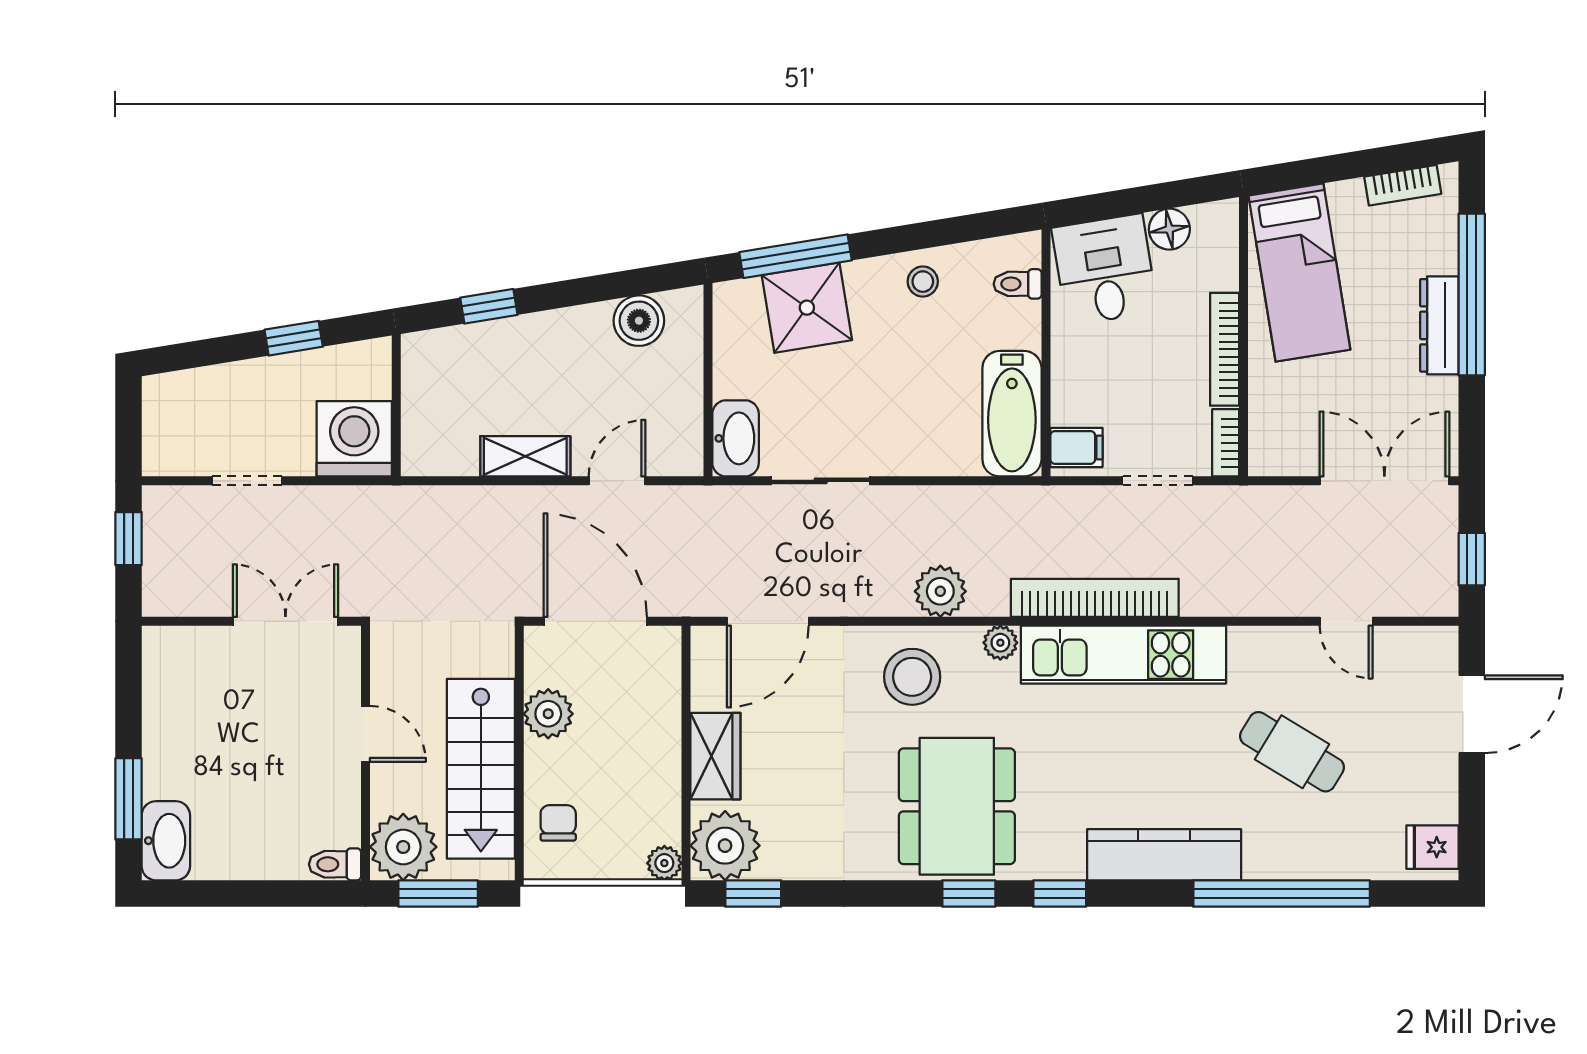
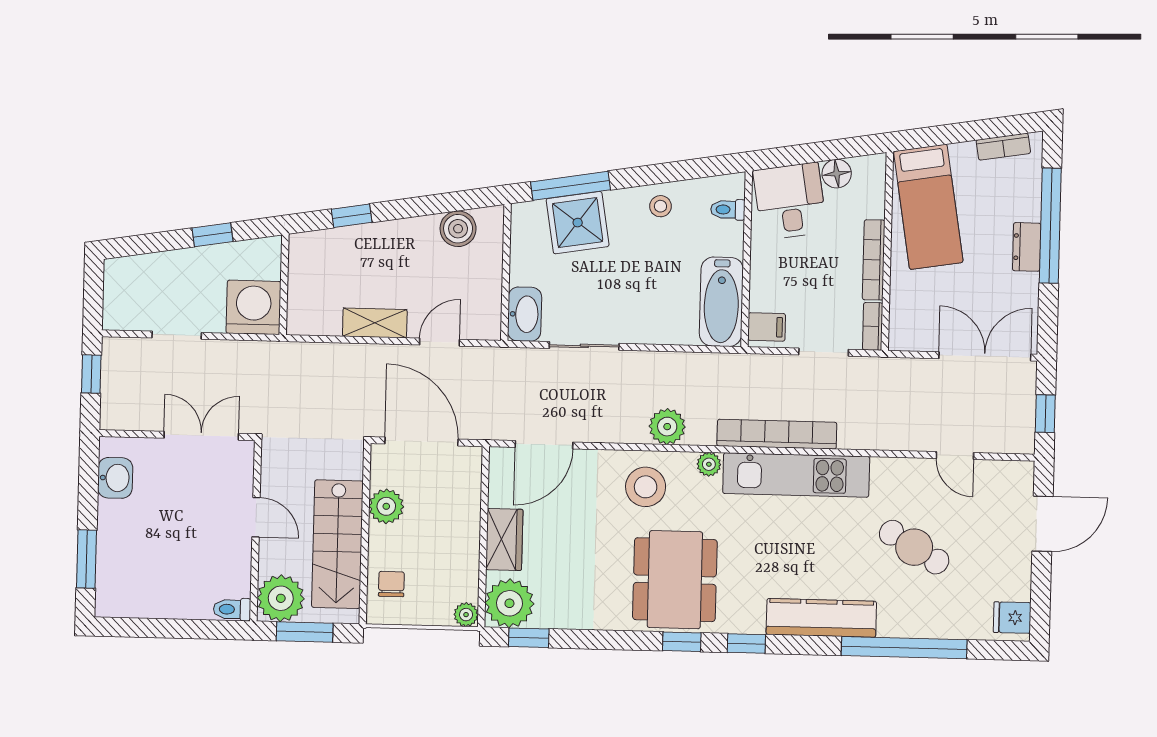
dresser: (1439, 325) -> (1027, 247), width x0.70
washbasin: (166, 841) -> (115, 478), moved, width x0.72

